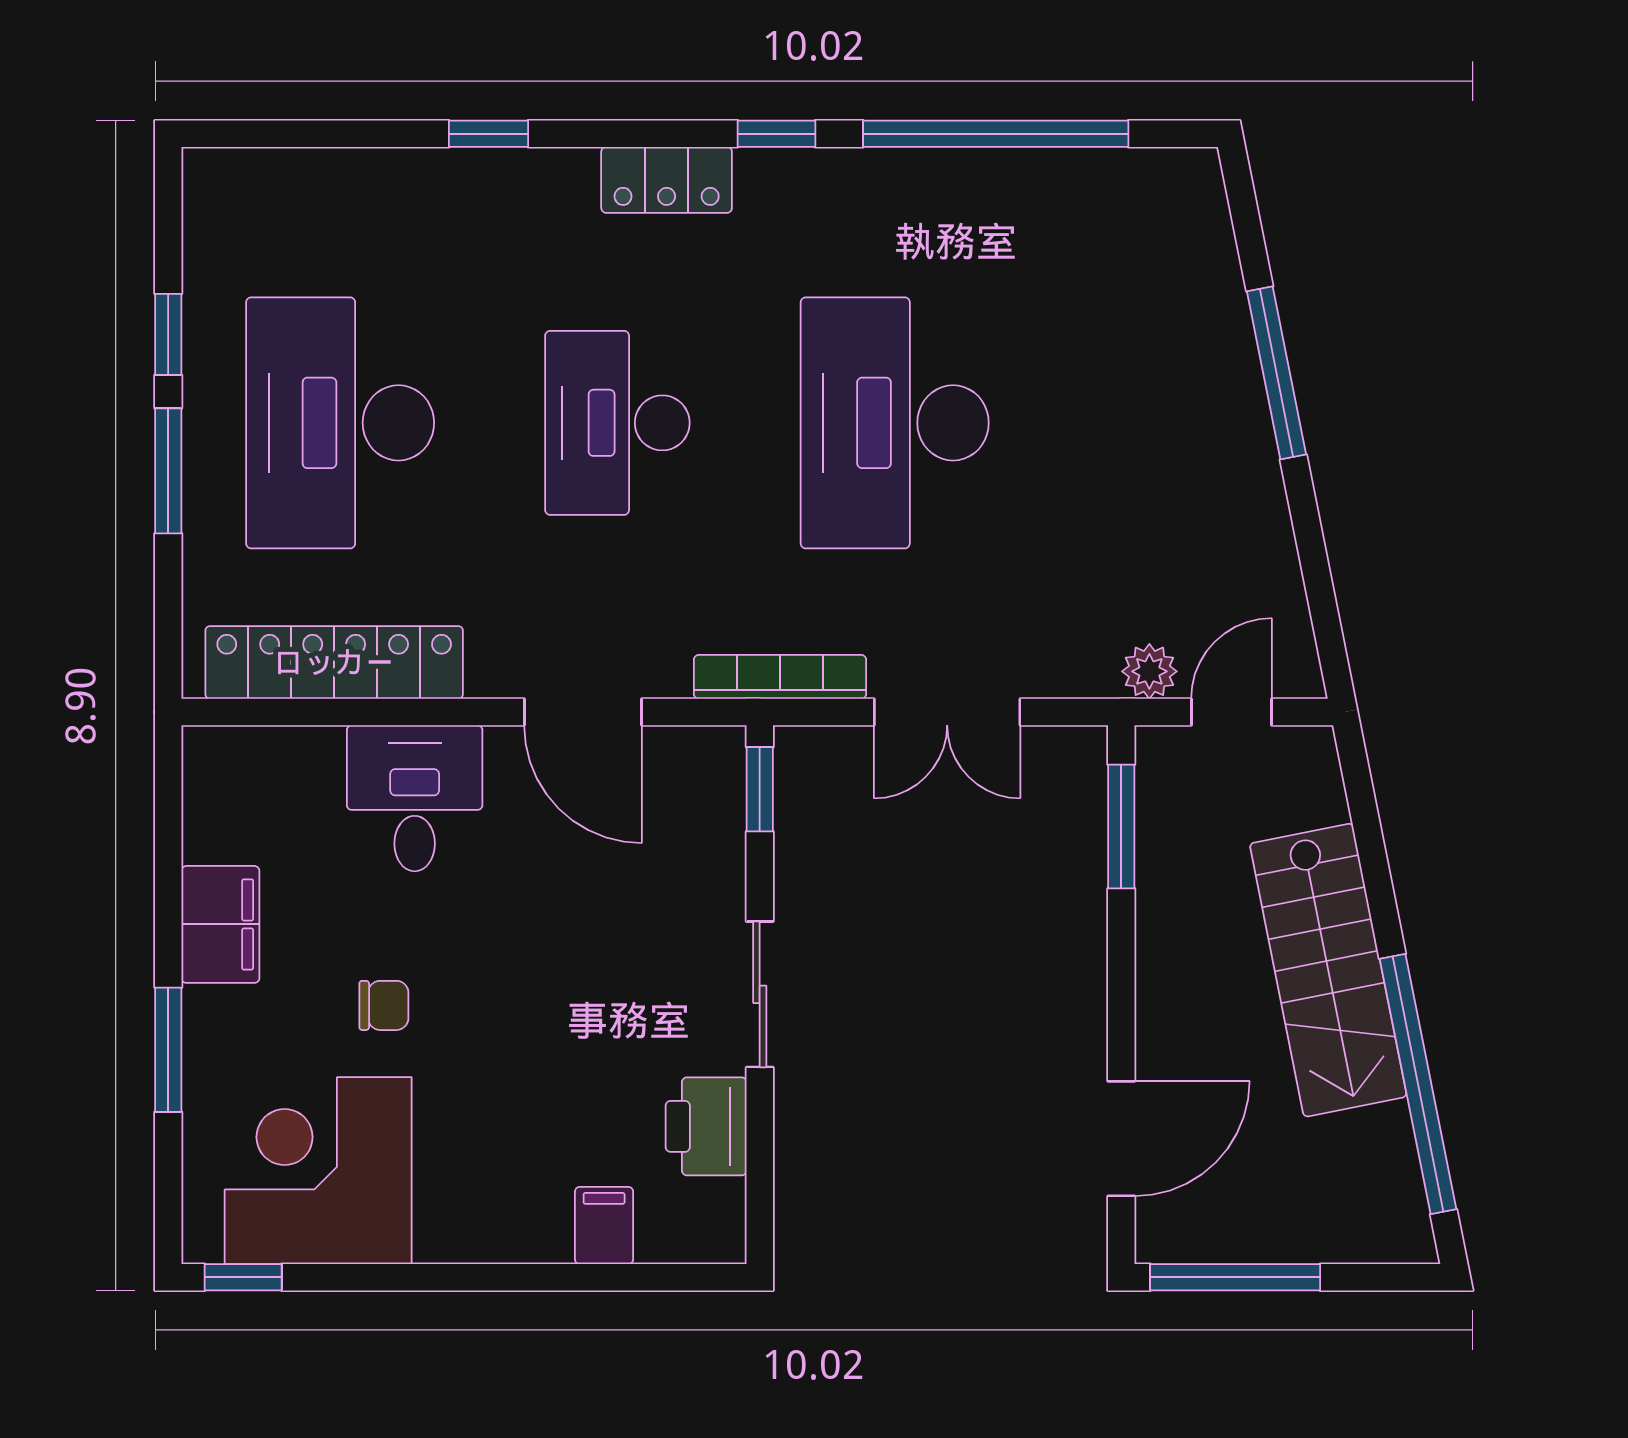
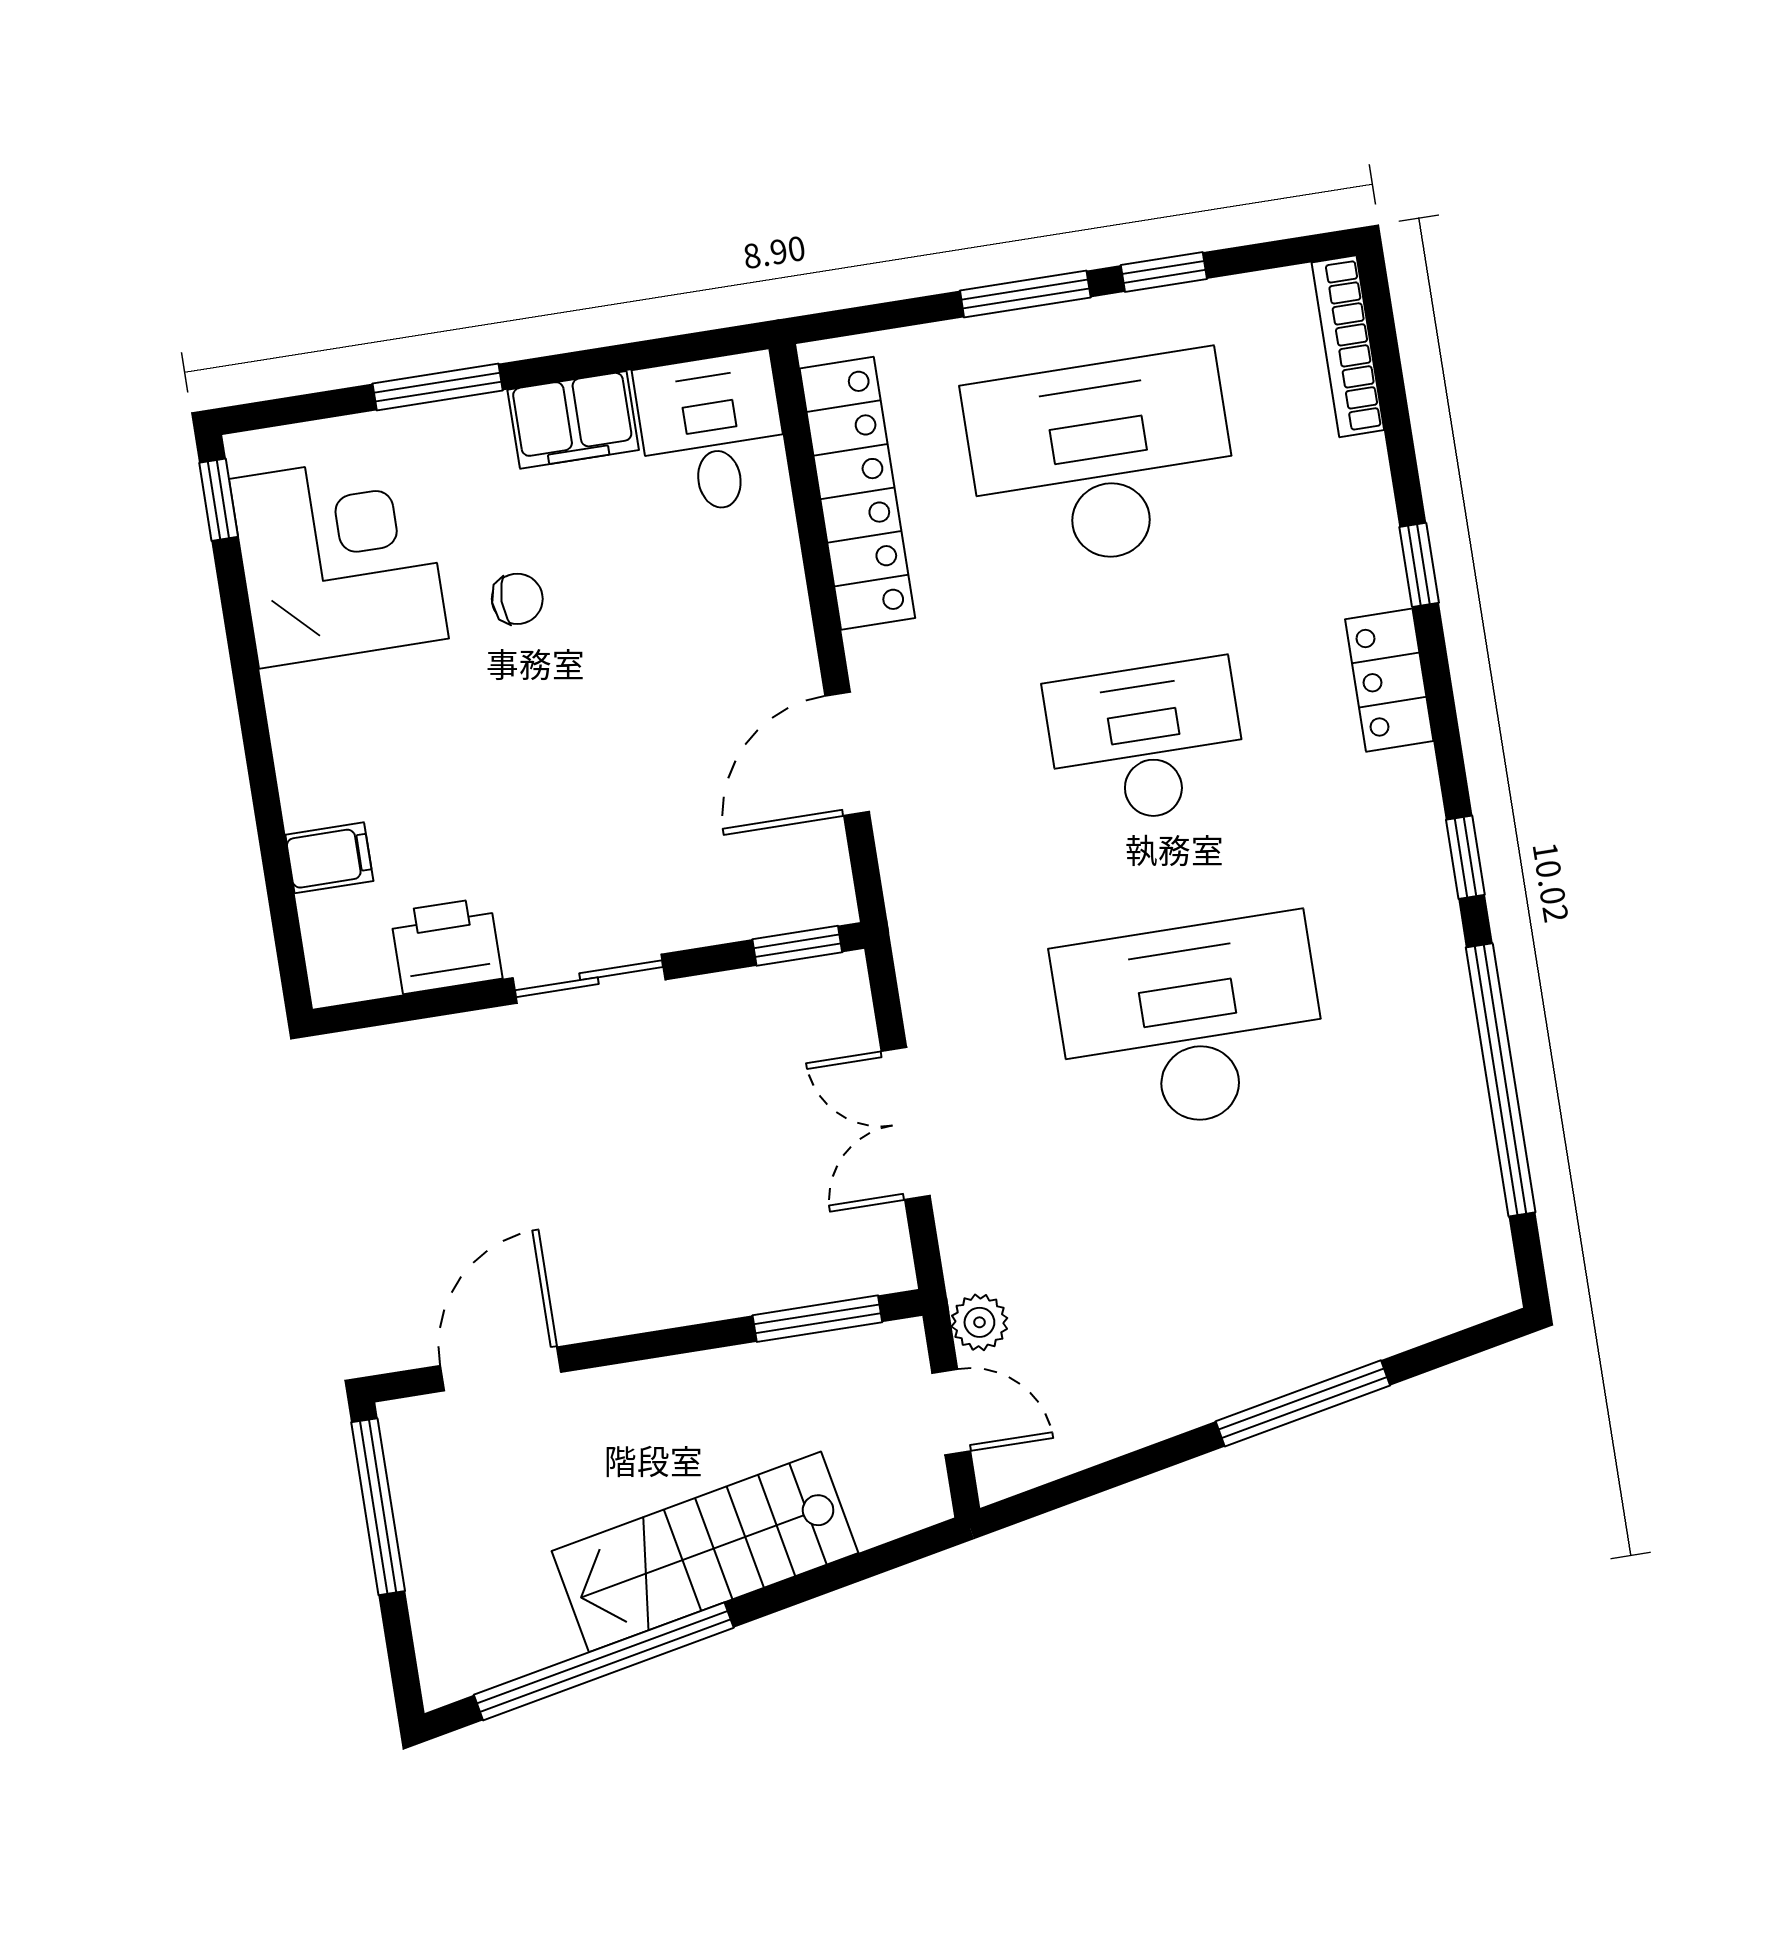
locker: (667, 180) -> (1389, 680), moved
bookcase: (780, 677) -> (1348, 346), moved, turned 180
desk: (415, 798) -> (712, 433), moved, turned -90
chair: (384, 1005) -> (517, 599), turned -90
door: (1121, 1139) -> (501, 1369), swing flipped

